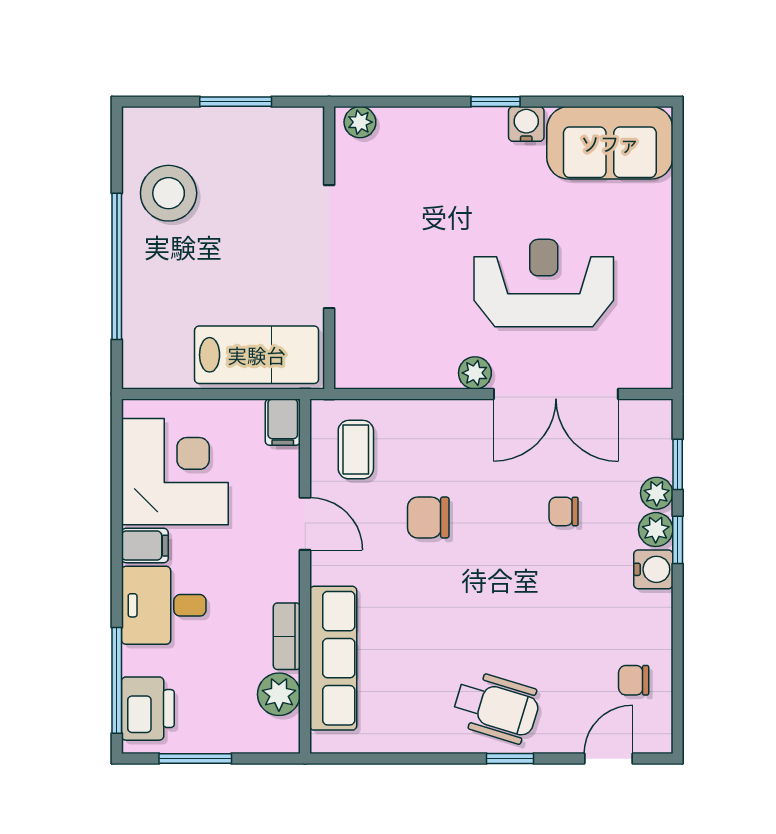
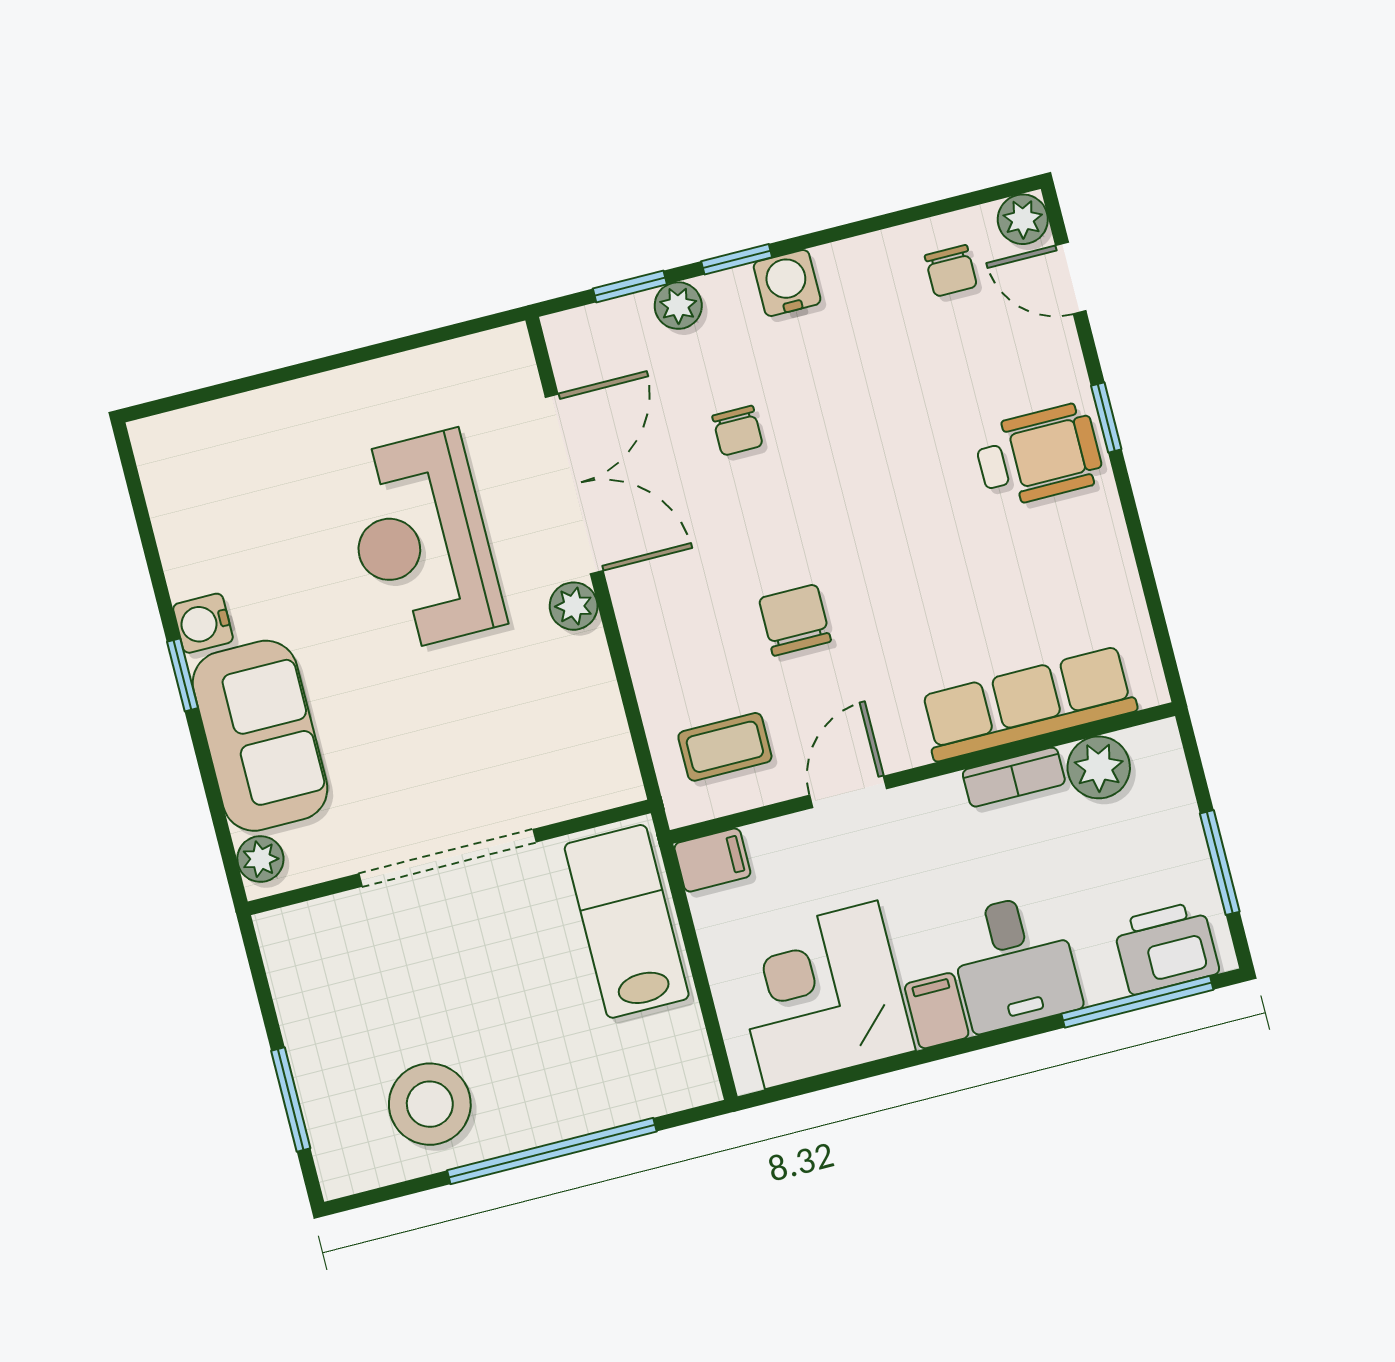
window: (236, 102) -> (291, 1100), moved
sofa: (610, 143) -> (260, 736), moved
chair: (428, 518) -> (795, 620), turned 180
plant: (656, 530) -> (1023, 219), moved
wheelchair: (496, 707) -> (1039, 455), turned 73

